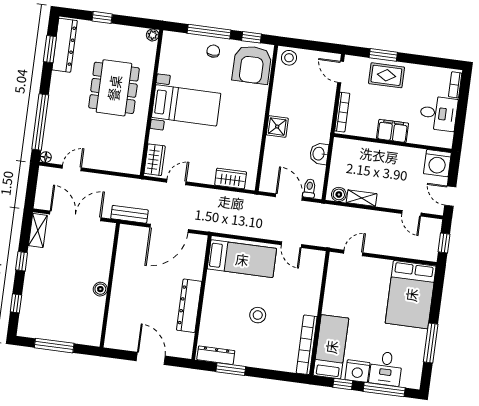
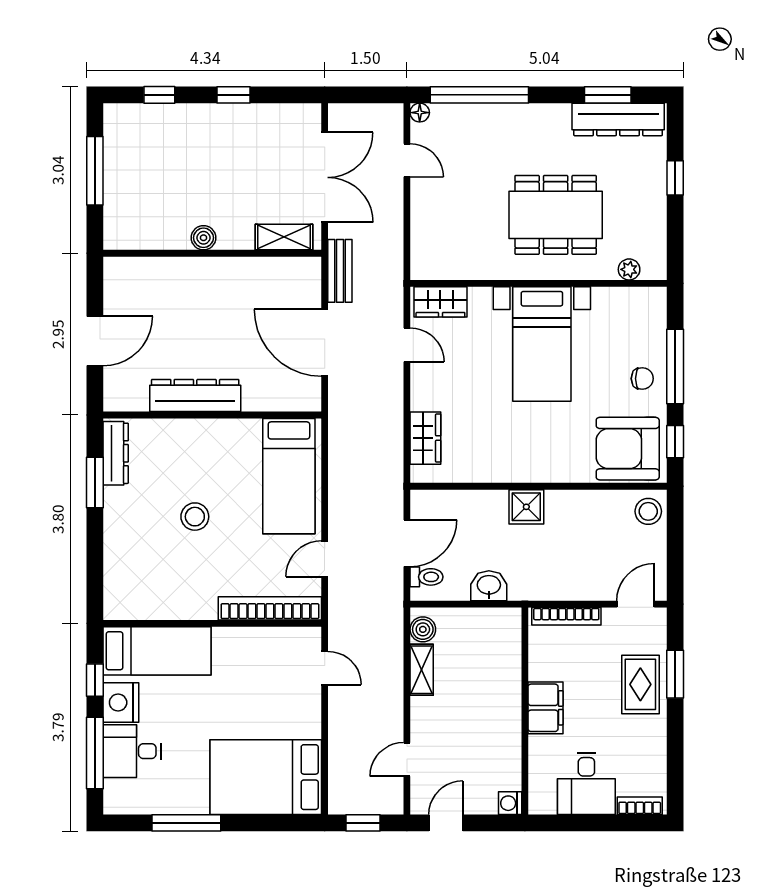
plant: (153, 35) -> (629, 269), moved
washing machine: (437, 163) -> (510, 803), width x0.53, depth x0.53
shelving: (38, 231) -> (284, 237), moved
bookcase: (307, 345) -> (270, 608), moved

